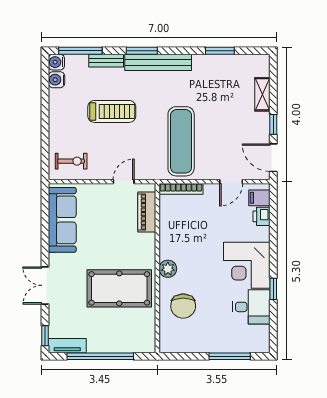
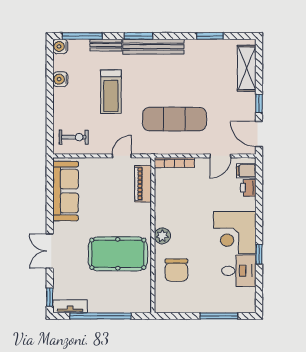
water cooler: (56, 80) -> (60, 79), moved
shelving: (262, 94) -> (247, 68), width x1.50, depth x1.33
treadmill: (112, 111) -> (111, 92), turned 90
exercise mat: (181, 141) -> (174, 119), turned 90

